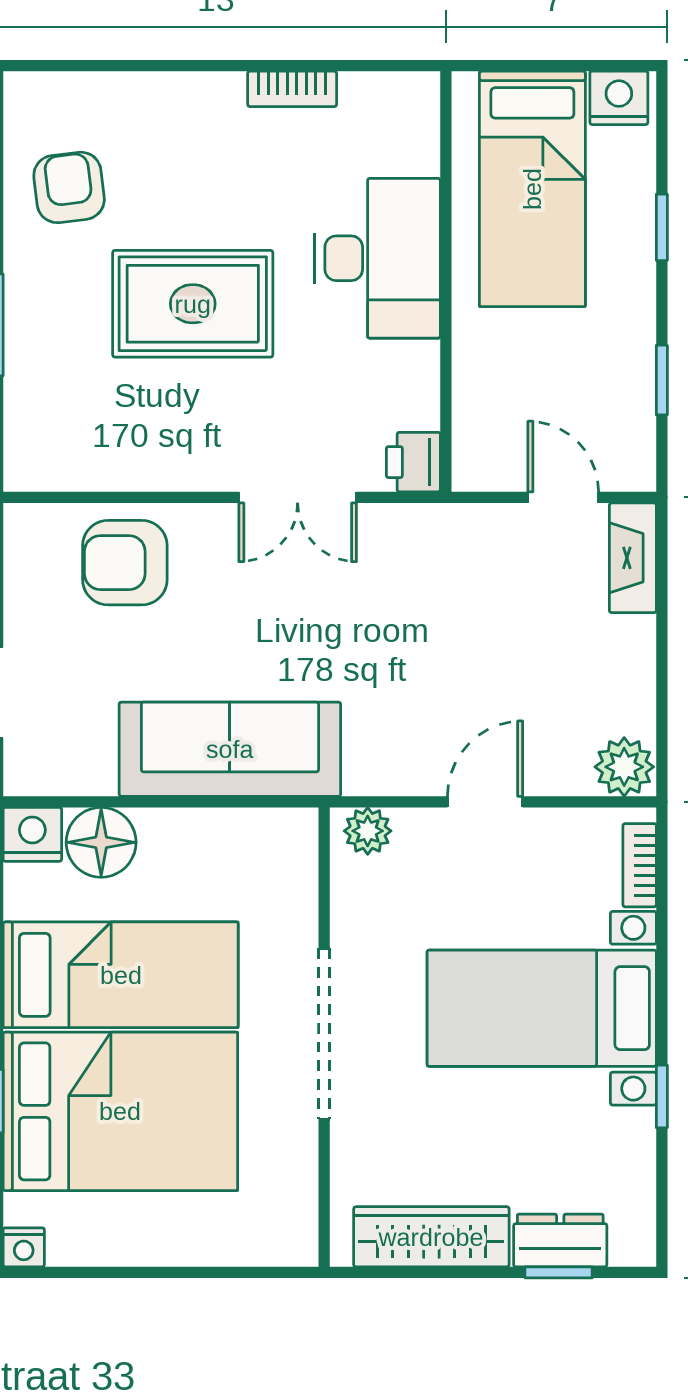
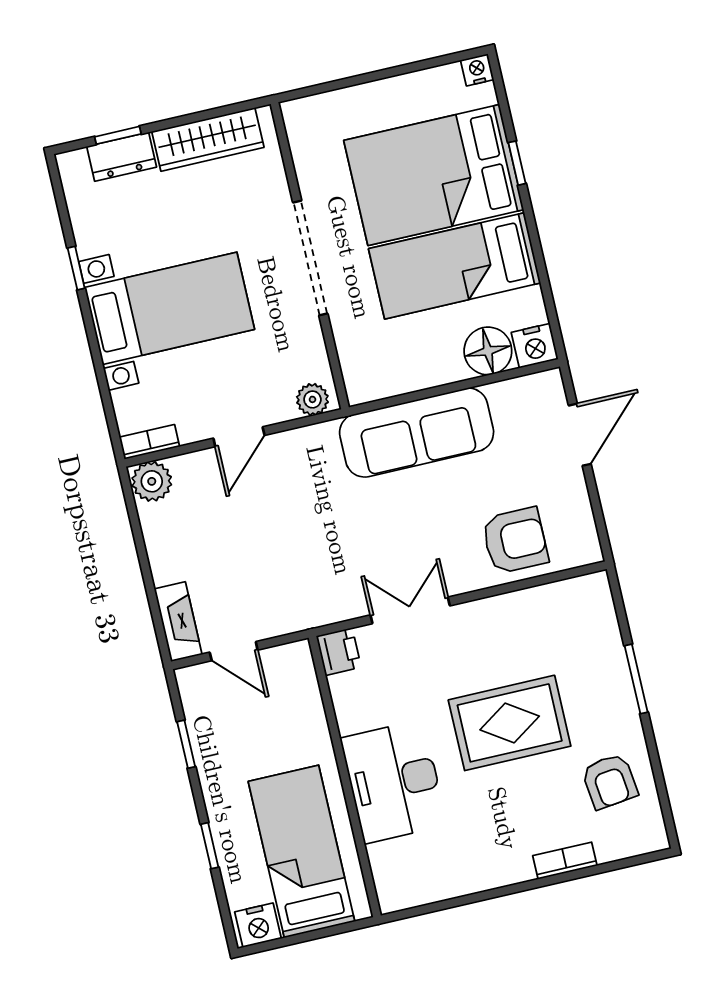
bookcase: (292, 89) -> (565, 861), moved
bookcase: (640, 865) -> (149, 442), moved, turned -90

